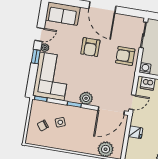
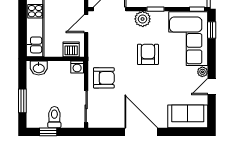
armchair: (90, 47) -> (148, 54), moved
window: (36, 57) -> (212, 30), moved

